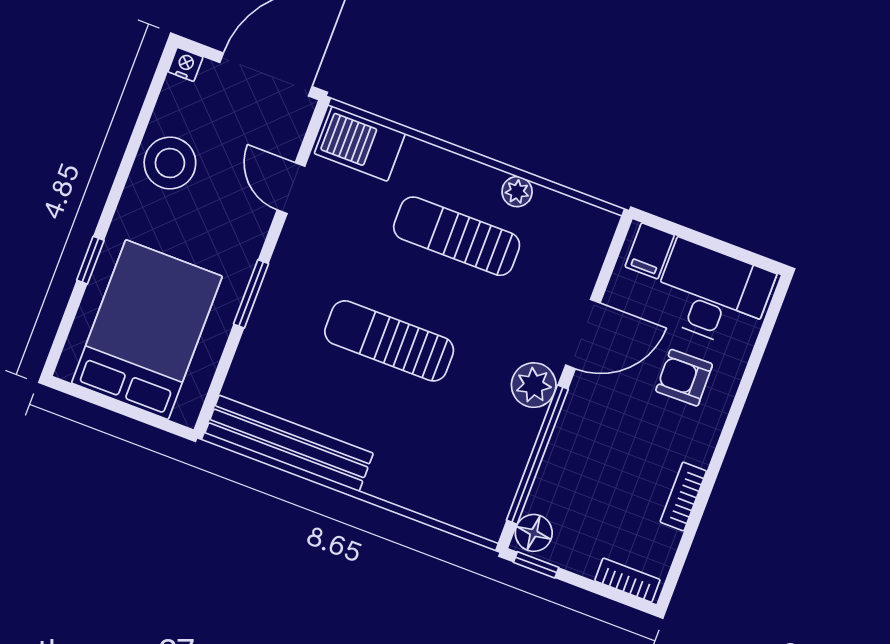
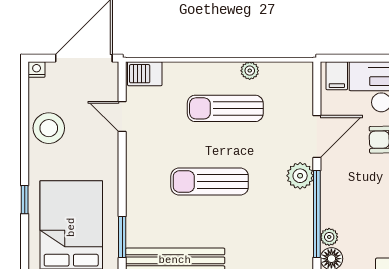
barbecue: (360, 144) -> (145, 74), width x0.73, depth x0.79
window: (251, 294) -> (122, 237), moved
plant: (543, 498) -> (329, 237), added

